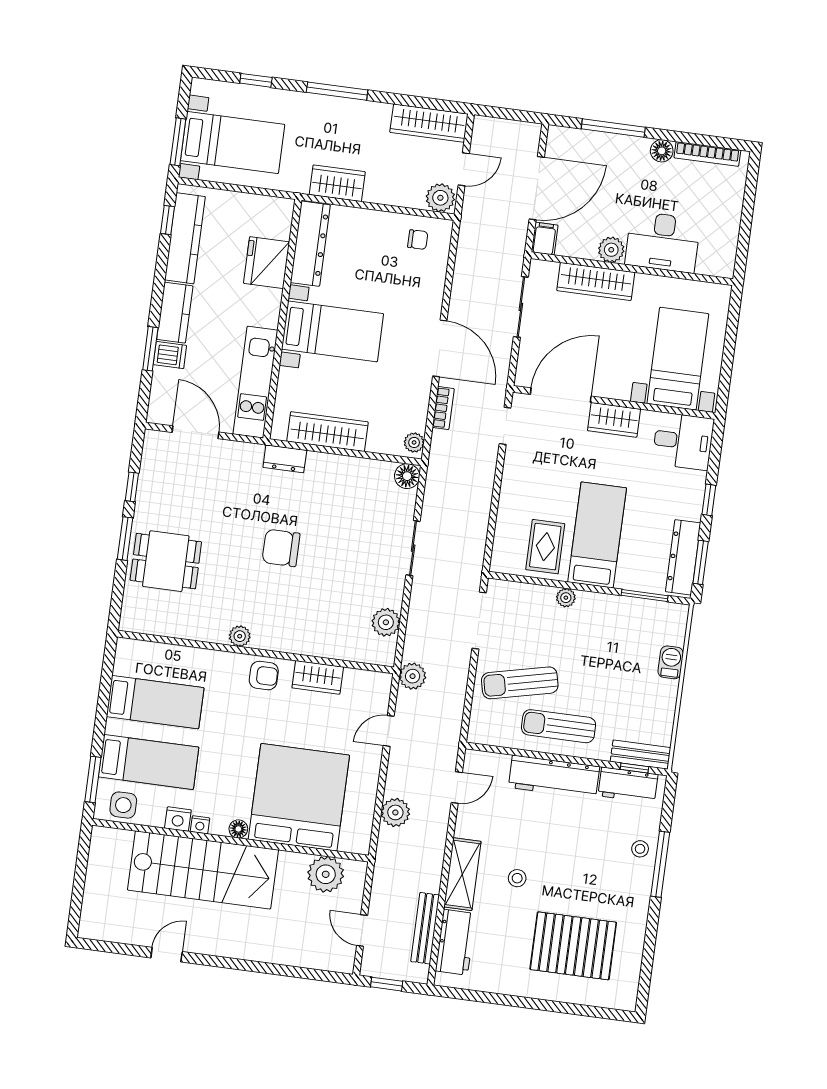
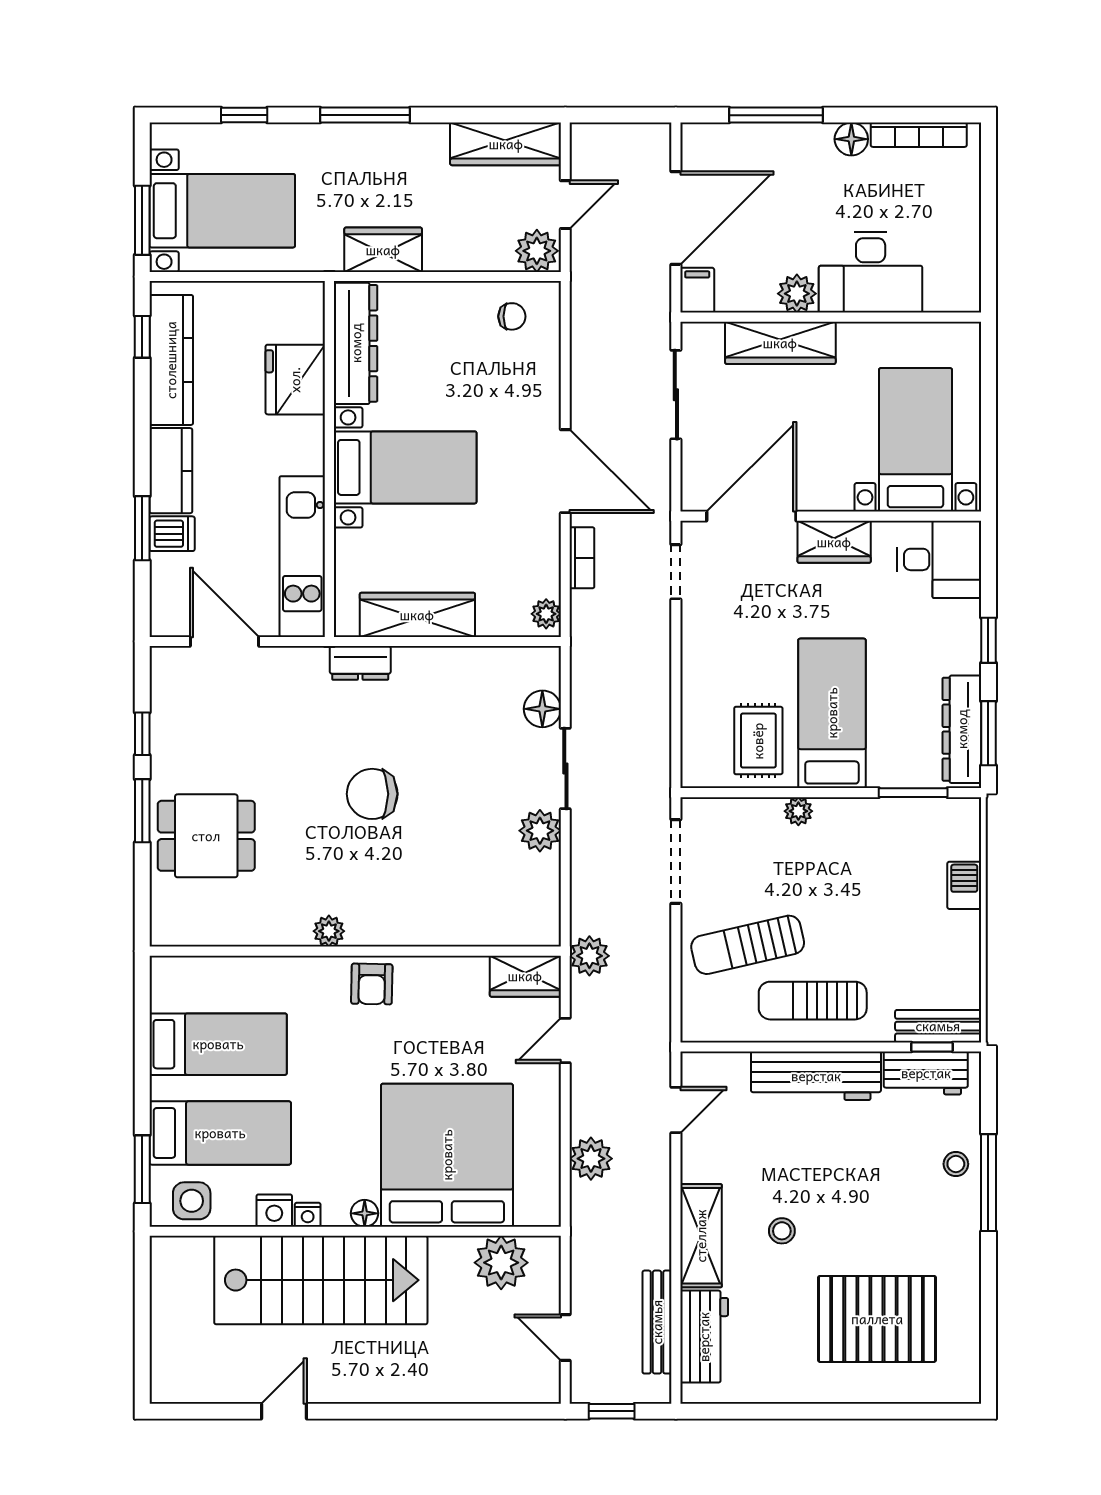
floor lamp: (407, 476) -> (542, 709), moved
plant: (386, 622) -> (540, 831), moved
armchair: (264, 676) -> (372, 984), turned 91
wardrobe: (318, 677) -> (525, 976), moved

